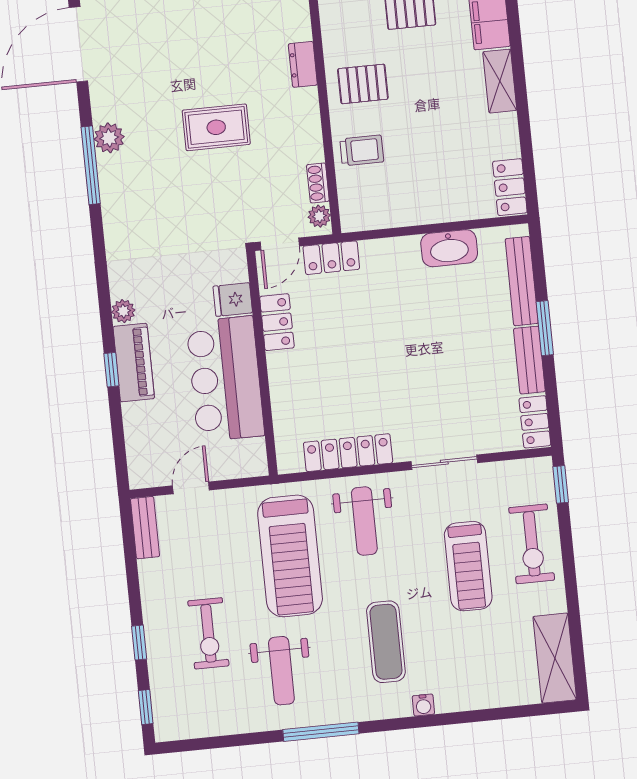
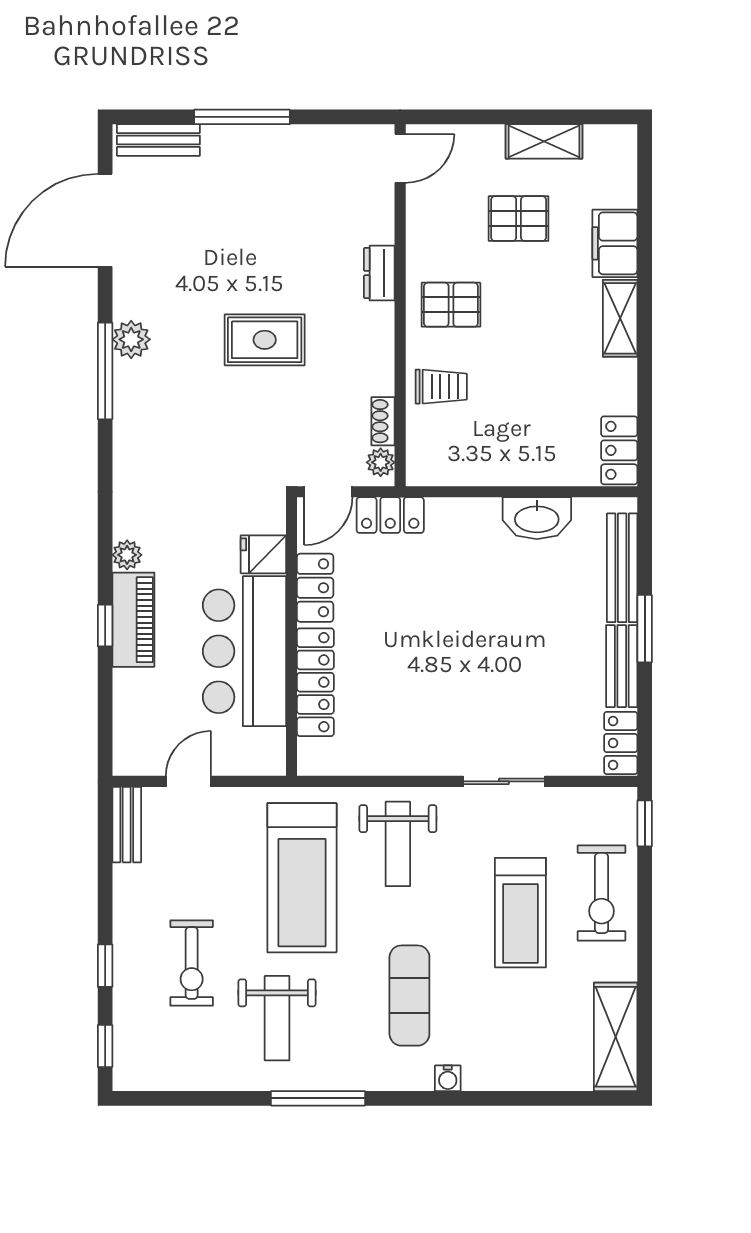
locker: (348, 453) -> (315, 682), moved, turned 90

